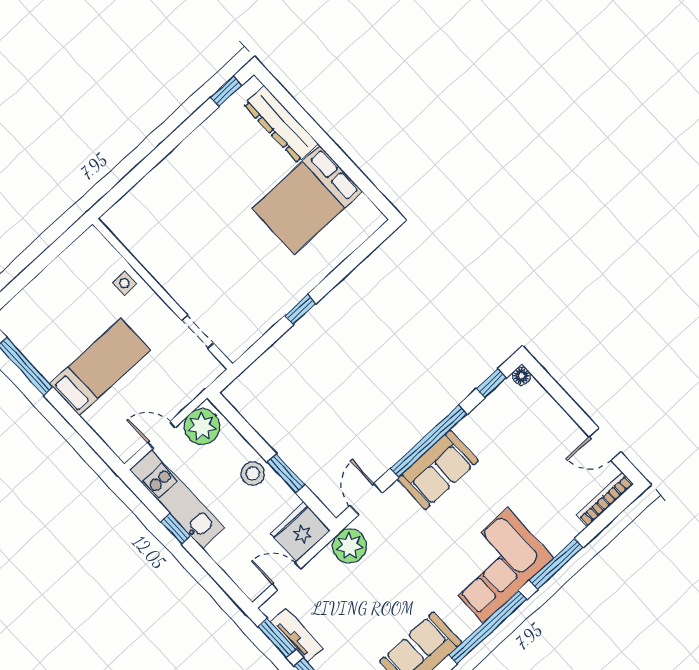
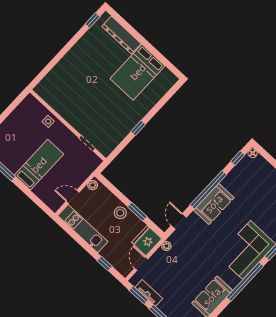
plant: (202, 427) -> (93, 185), width x0.53, depth x0.53
window: (176, 529) -> (105, 264), moved
plant: (350, 546) -> (166, 246), width x0.53, depth x0.53
door: (286, 576) -> (141, 264), hinge flipped

